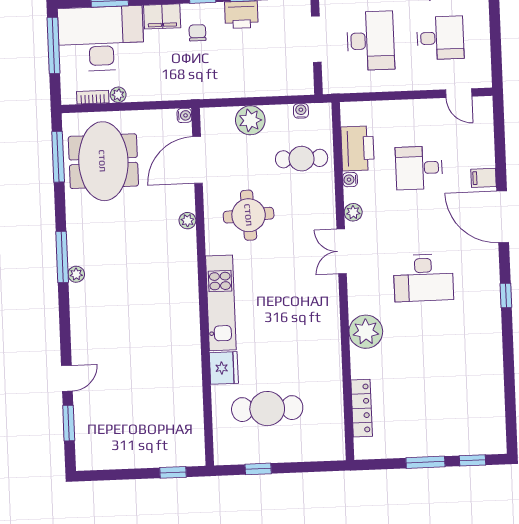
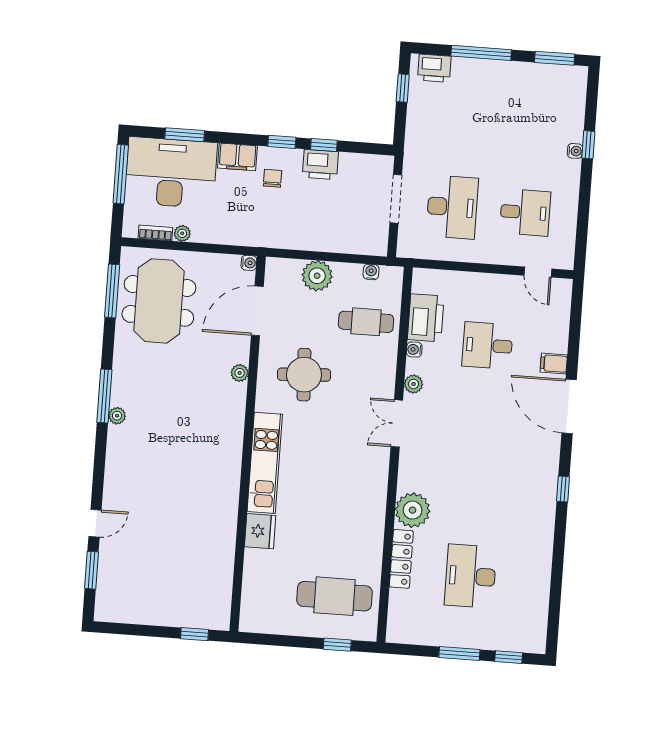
desk: (423, 278) -> (471, 576), moved, turned 90
locker: (362, 408) -> (401, 559), moved
cafe table: (267, 409) -> (334, 596), moved
window: (258, 469) -> (337, 645), moved

